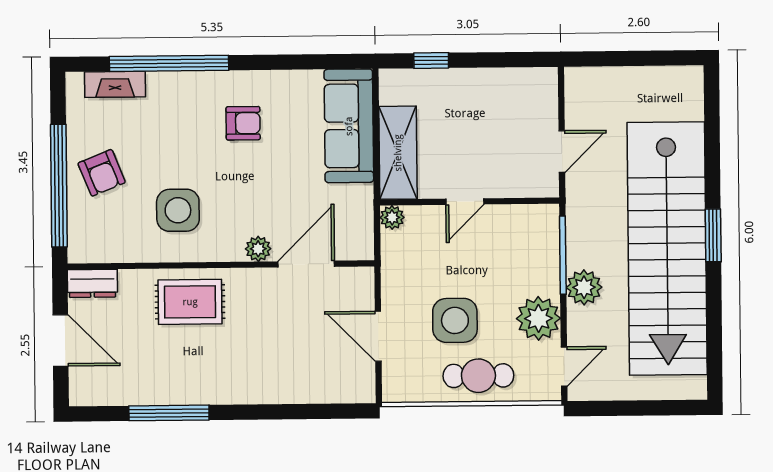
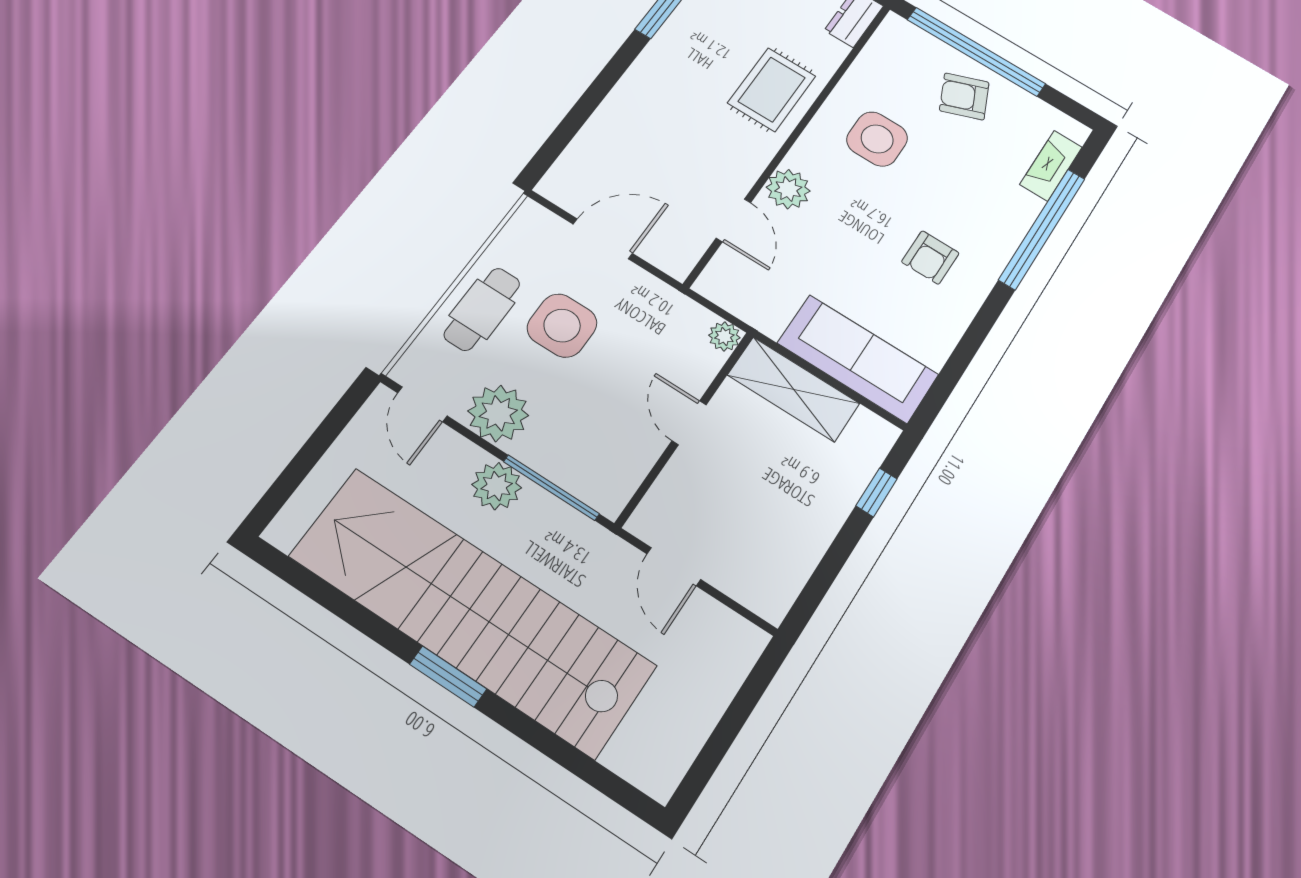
plant: (258, 249) -> (788, 189), width x1.38, depth x1.38
door: (306, 264) -> (733, 220), width x0.73

